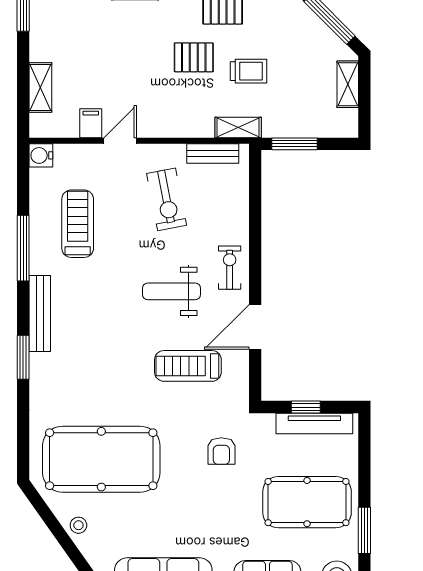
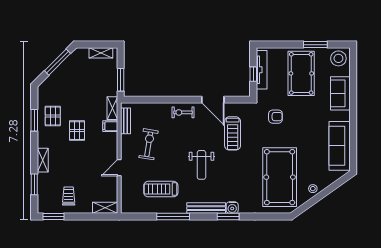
trolley: (248, 71) -> (69, 196), moved
shelving: (348, 84) -> (101, 53), moved
shelving: (40, 87) -> (105, 208), moved
filing cabinet: (91, 123) -> (110, 126), moved
door: (120, 141) -> (119, 168), hinge flipped
water cooler: (41, 155) -> (232, 208), moved
exercise bike: (167, 199) -> (149, 144), turned -70
weight bench: (172, 291) -> (201, 165), moved

